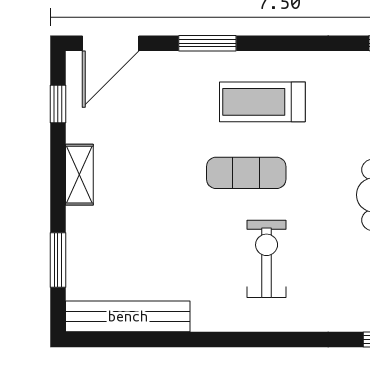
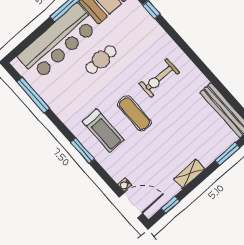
window: (207, 43) -> (83, 151), moved
water cooler: (150, 61) -> (125, 185), added

